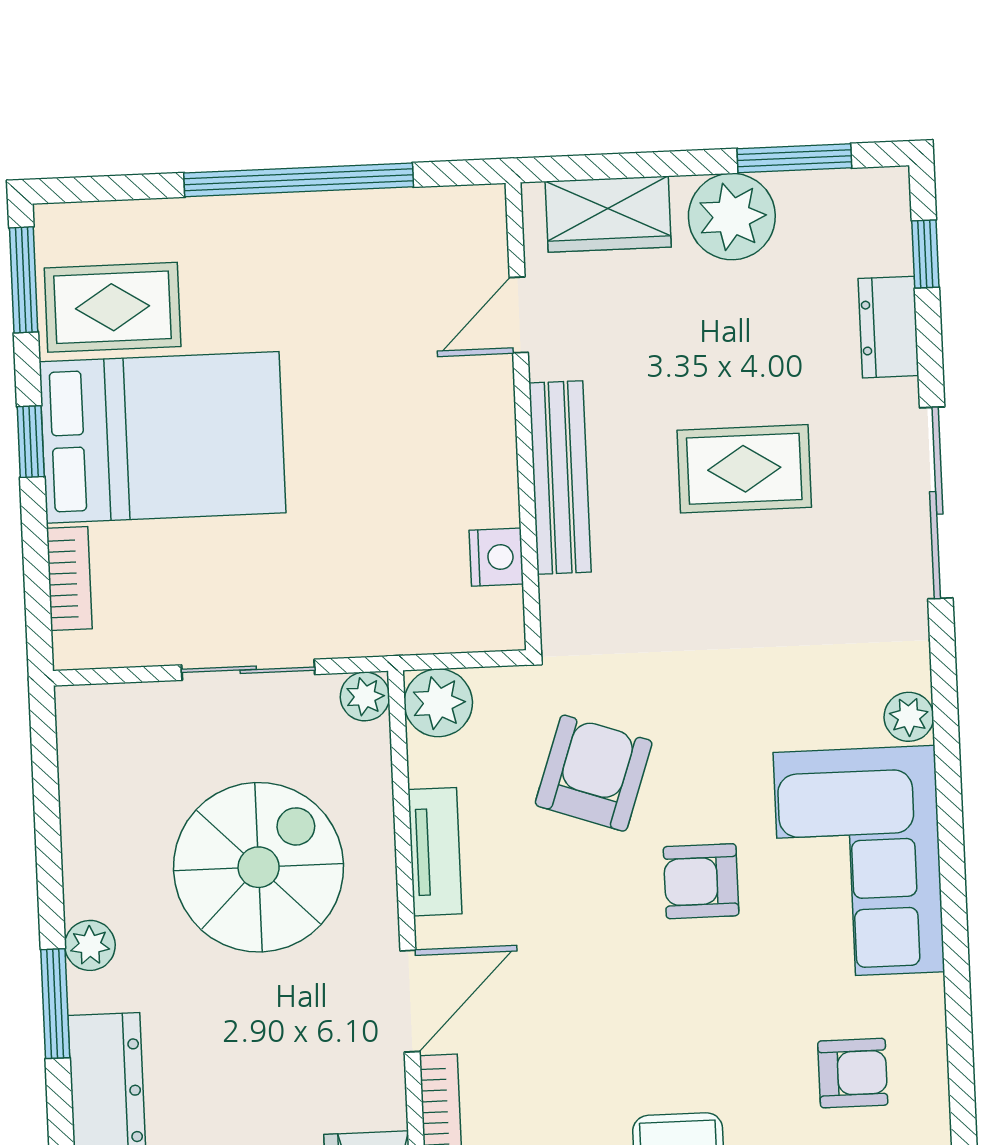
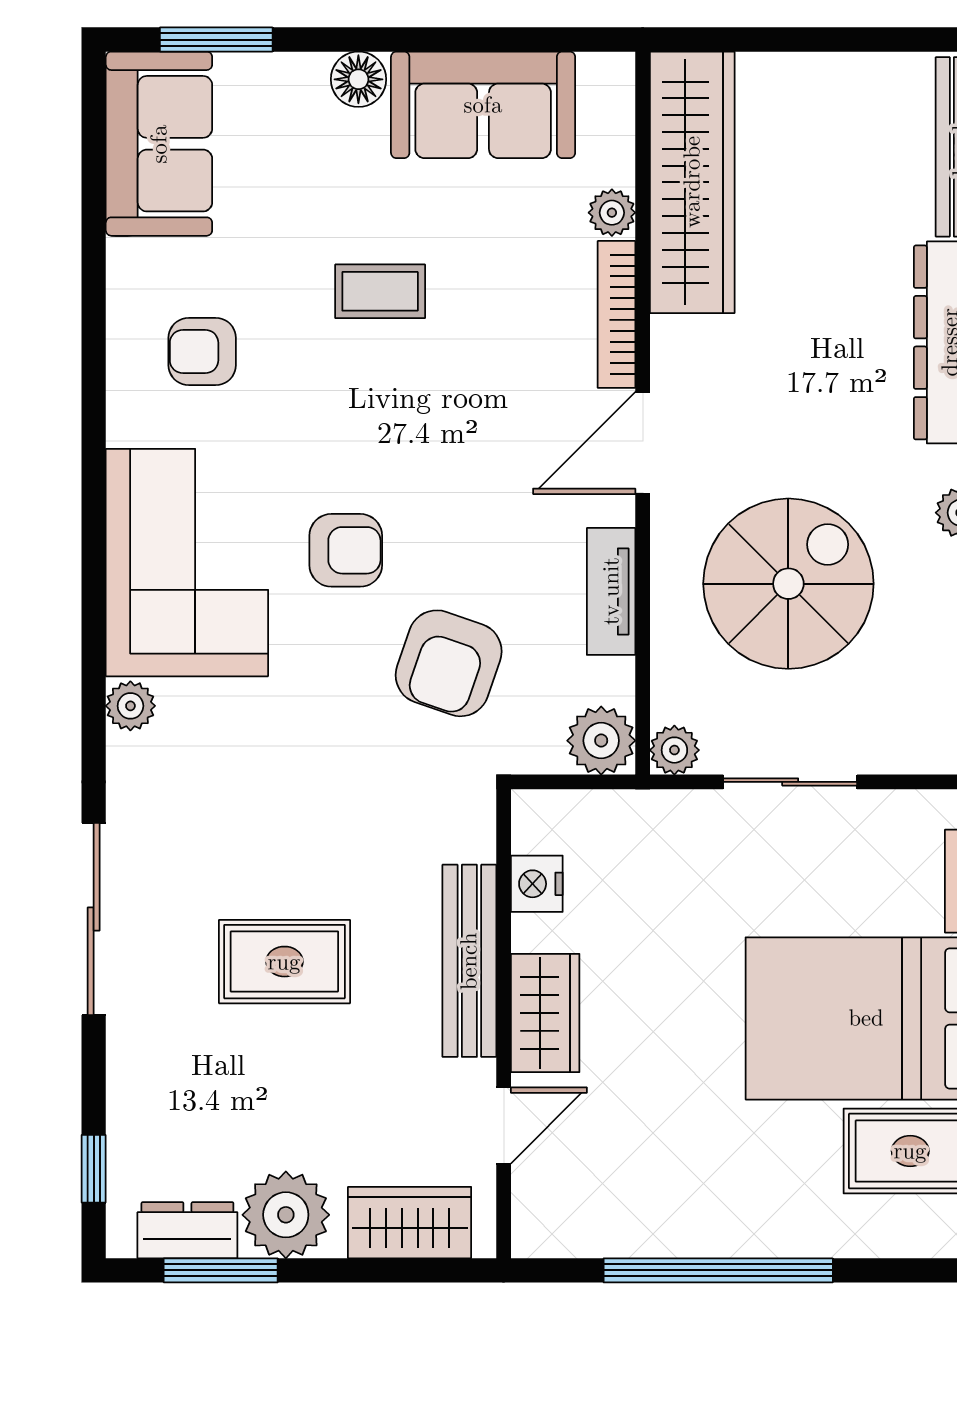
dresser: (888, 327) -> (187, 1230), moved, turned -90
wardrobe: (482, 429) -> (545, 1013), added
spiral stairs: (259, 867) -> (788, 584), turned 180

